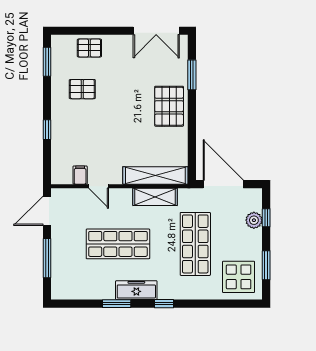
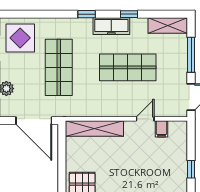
door: (99, 186) -> (145, 119), hinge flipped
shelving: (155, 197) -> (168, 25), moved
window: (117, 304) -> (129, 14), width x0.67

